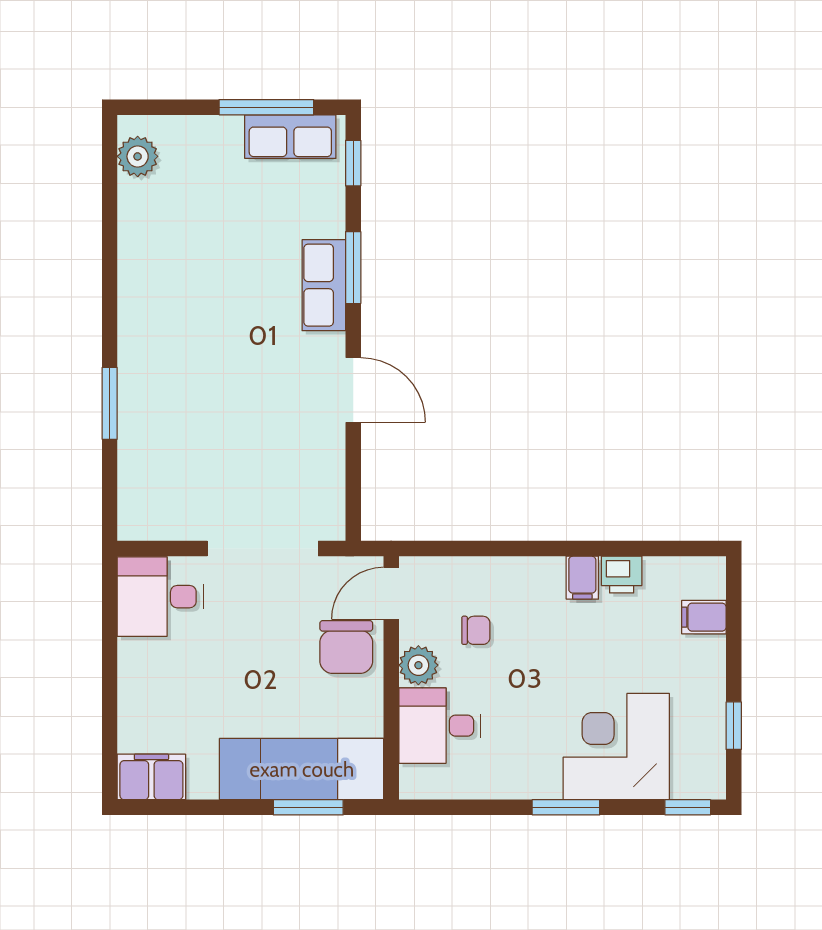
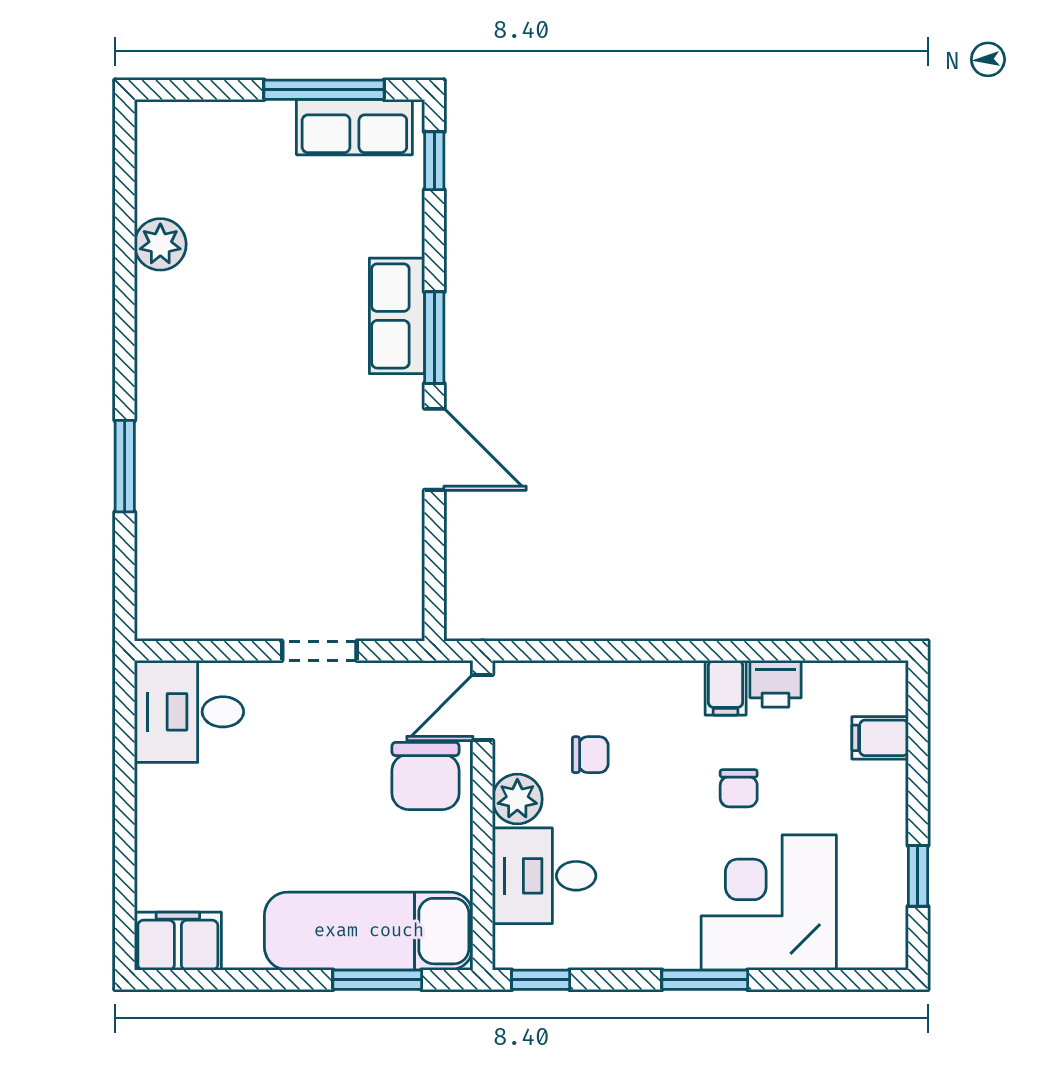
plant: (138, 156) -> (160, 244), moved
window: (353, 268) -> (434, 338), moved
doorway: (263, 549) -> (319, 651), width x0.53
chair: (593, 657) -> (739, 788), added
window: (688, 807) -> (541, 980), moved

